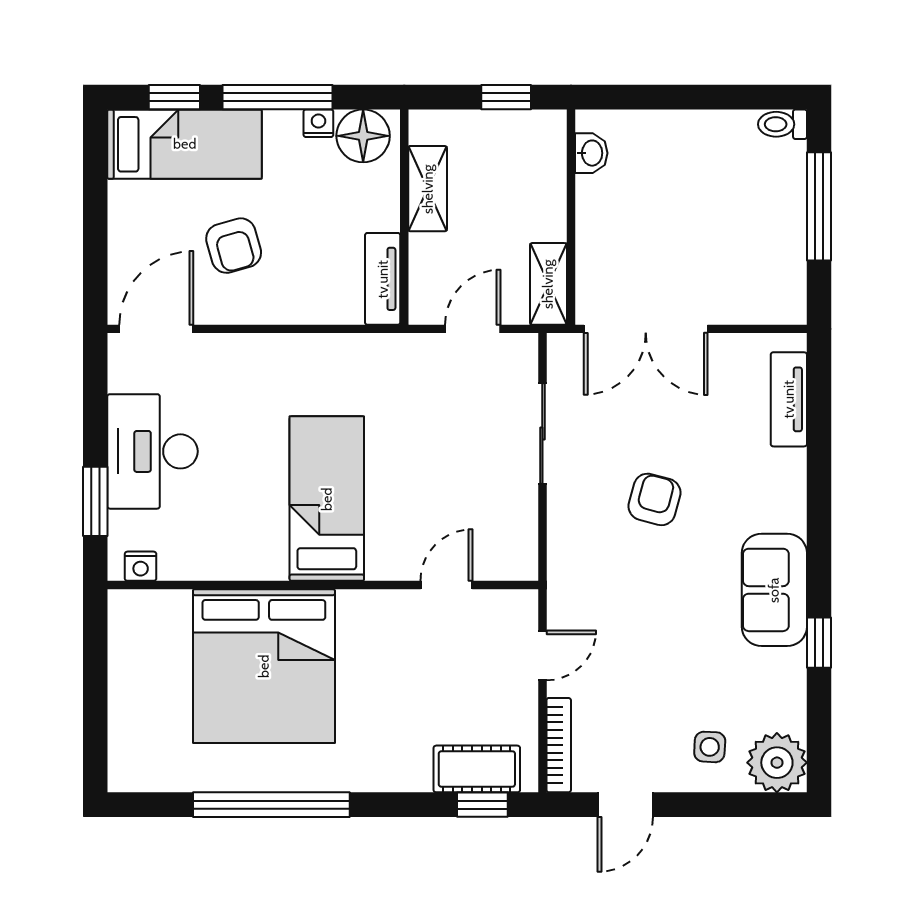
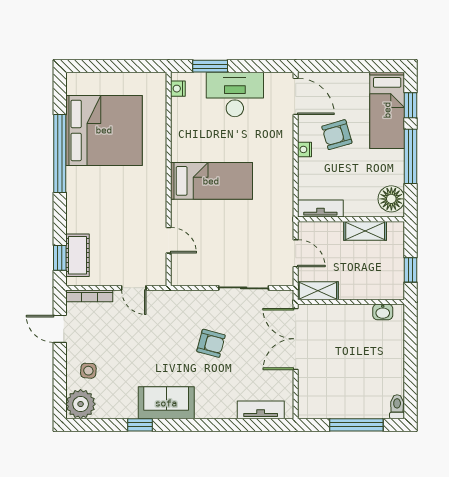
nightstand: (318, 123) -> (305, 149), moved, turned 180
bed: (264, 666) -> (104, 130), moved, turned 180

